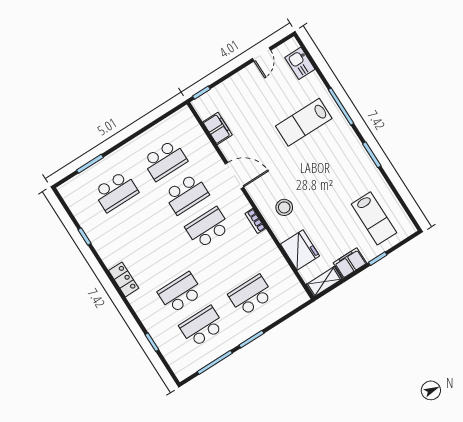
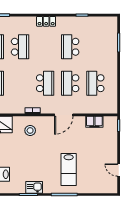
kitchen sink: (300, 63) -> (34, 187), moved
lab bench: (304, 122) -> (69, 170), turned 180
school desk: (116, 191) -> (70, 47), moved

